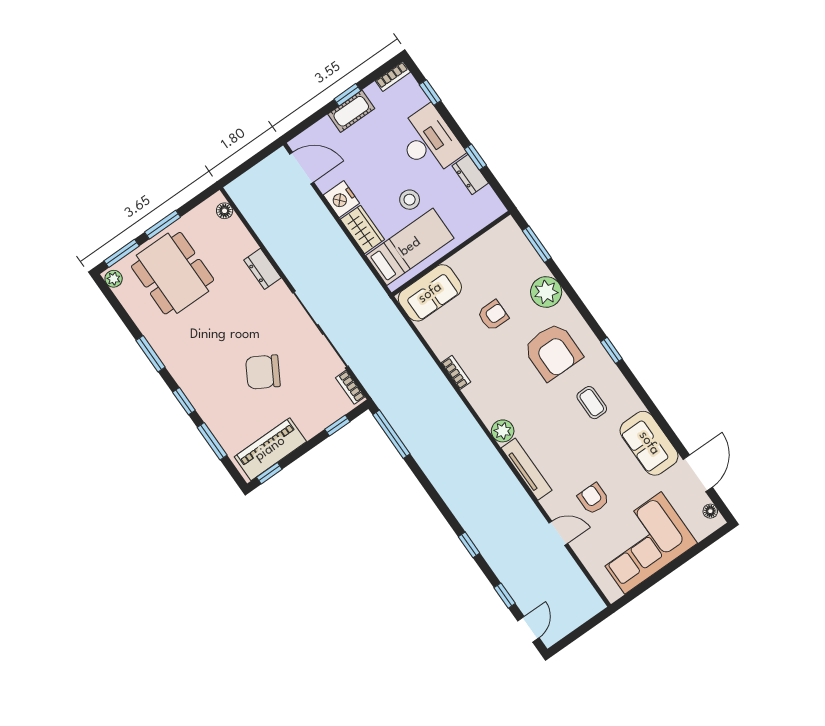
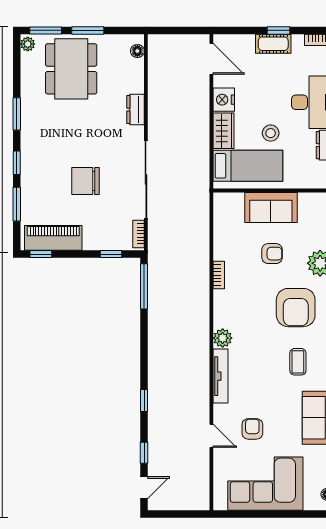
sofa: (430, 293) -> (271, 207), moved
chair: (263, 372) -> (86, 181), turned -30

